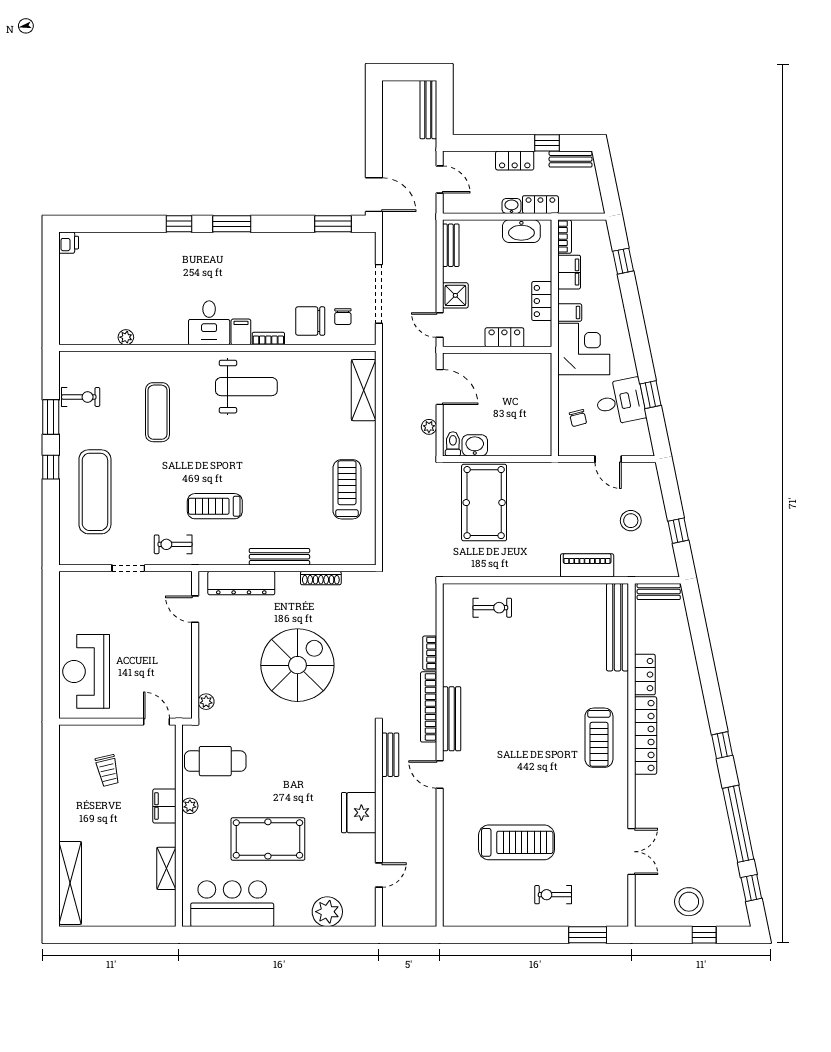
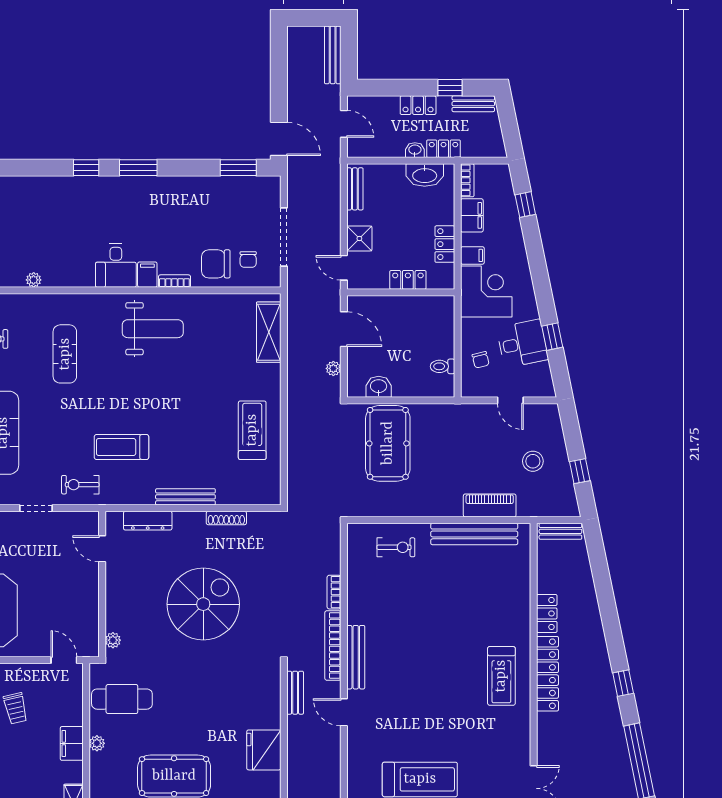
toilet: (453, 444) -> (443, 366), moved, turned -90
dresser: (241, 583) -> (148, 521), width x0.73, depth x0.80
bench: (618, 627) -> (474, 534), moved, turned 90

